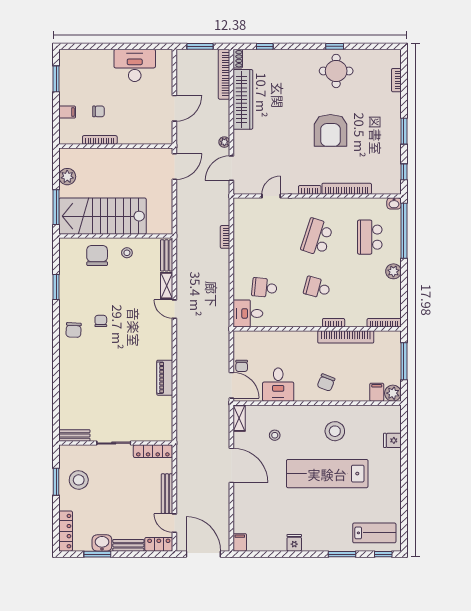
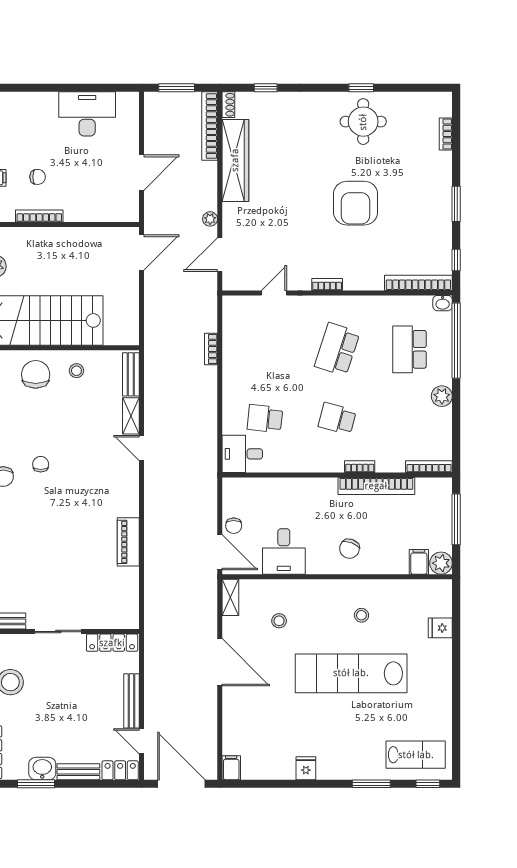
bookcase: (347, 189) -> (418, 283), moved
stool: (335, 431) -> (361, 615), width x0.53, depth x0.53

